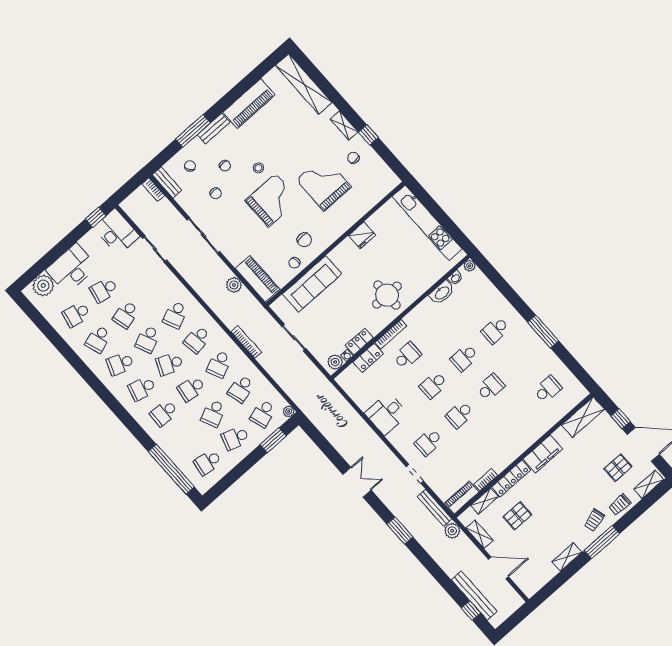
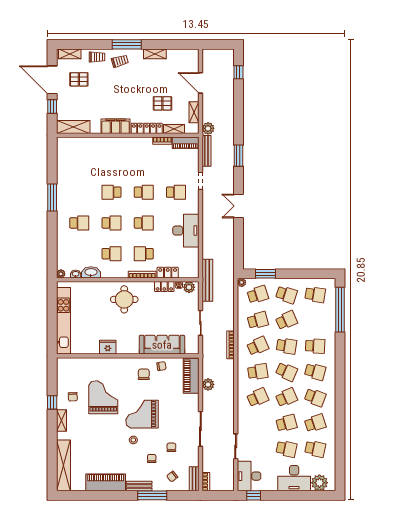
grand piano: (324, 183) -> (103, 397), turned 180
school desk: (548, 389) -> (112, 254), moved, turned 180
desk: (387, 414) -> (186, 231), width x1.37
bench: (474, 596) -> (207, 280), moved

